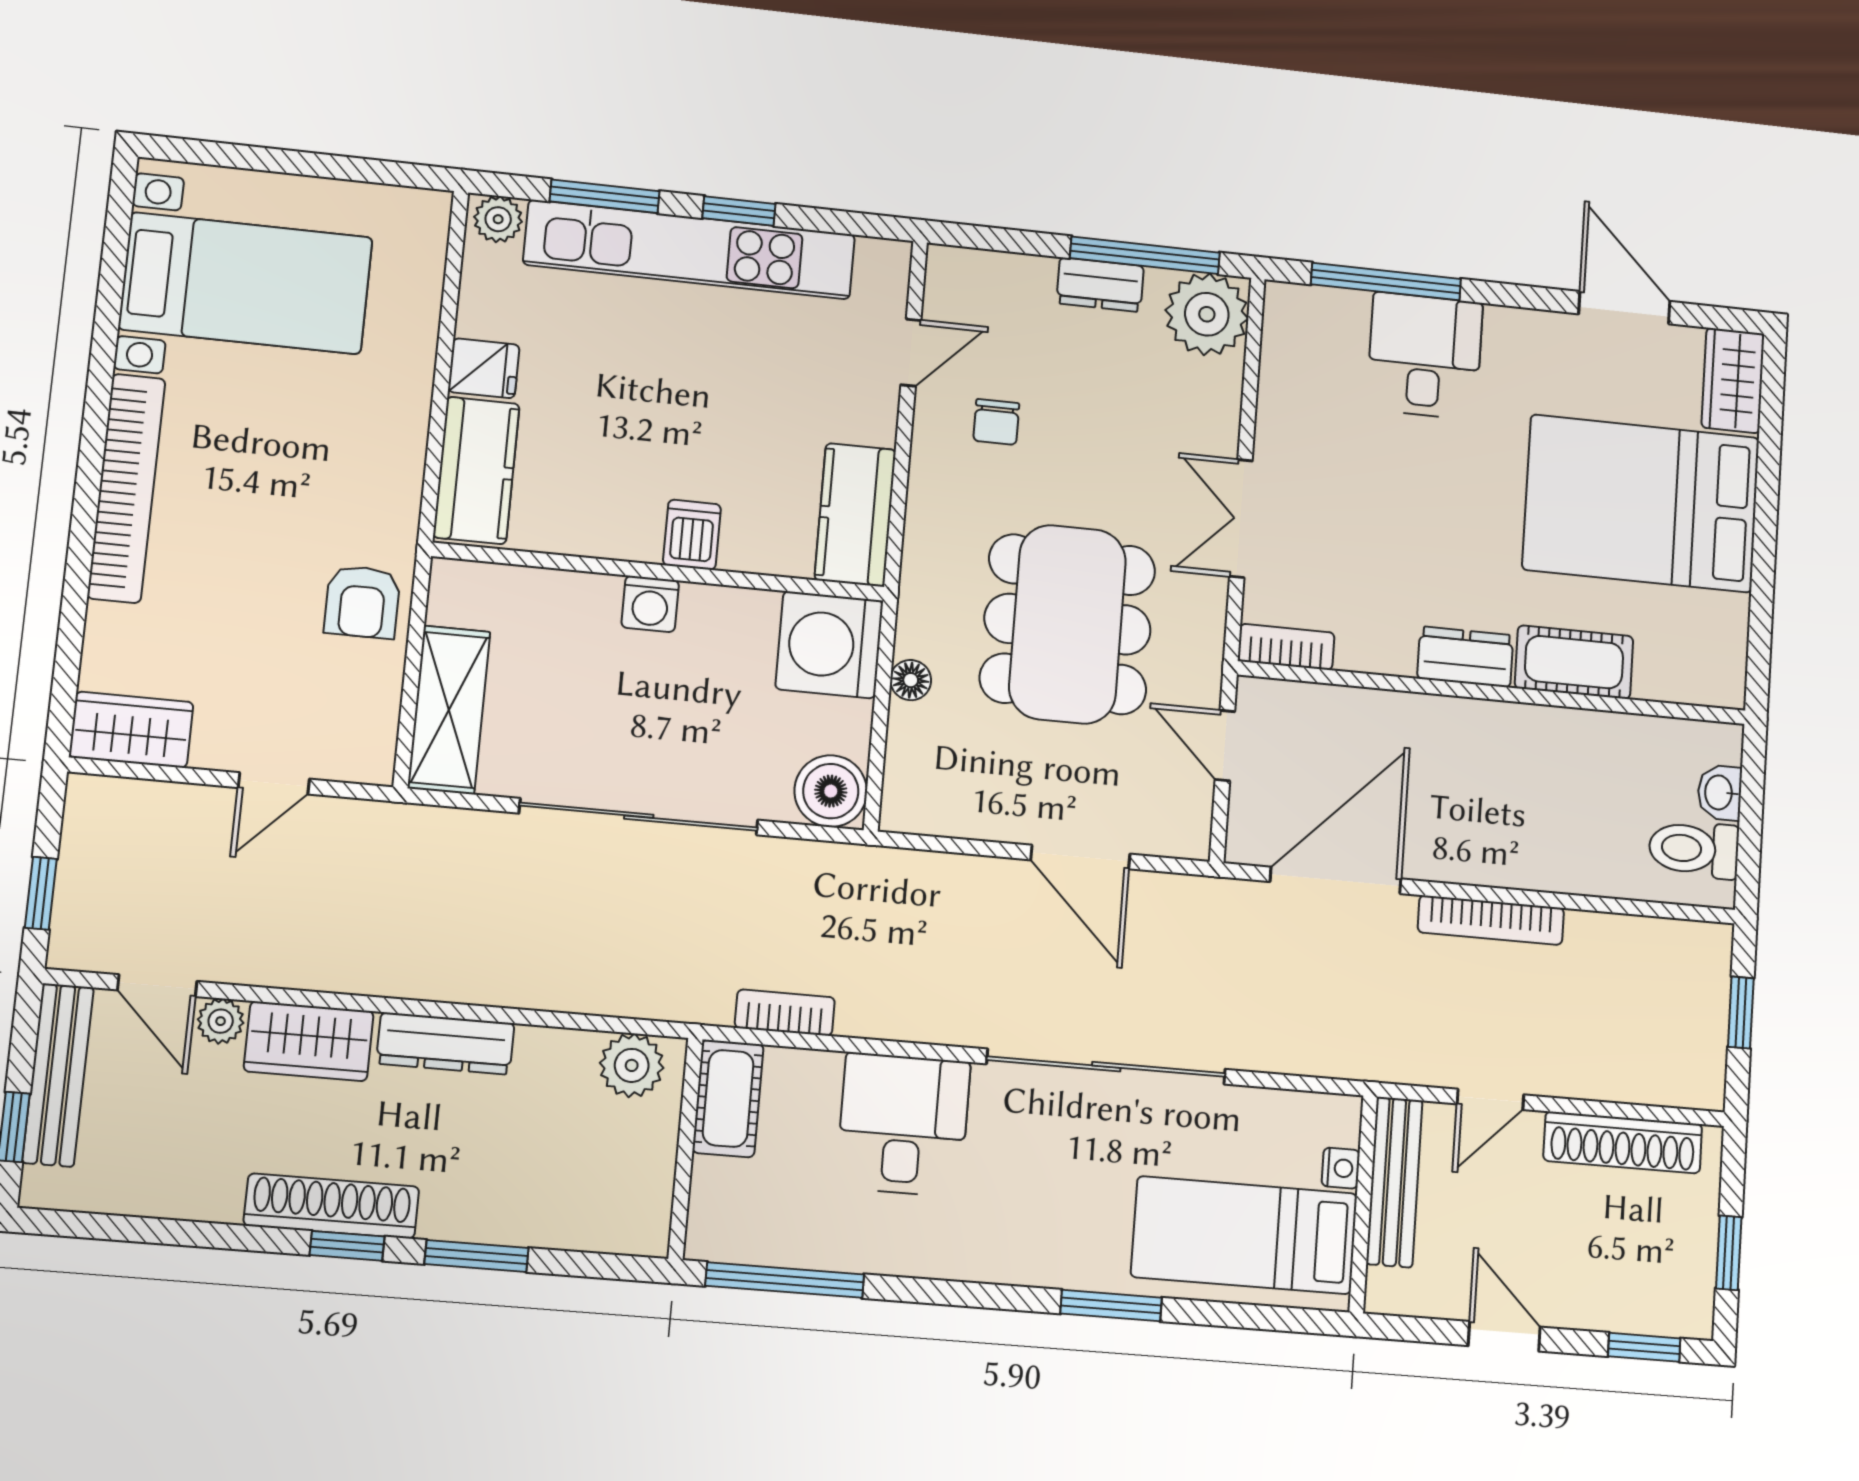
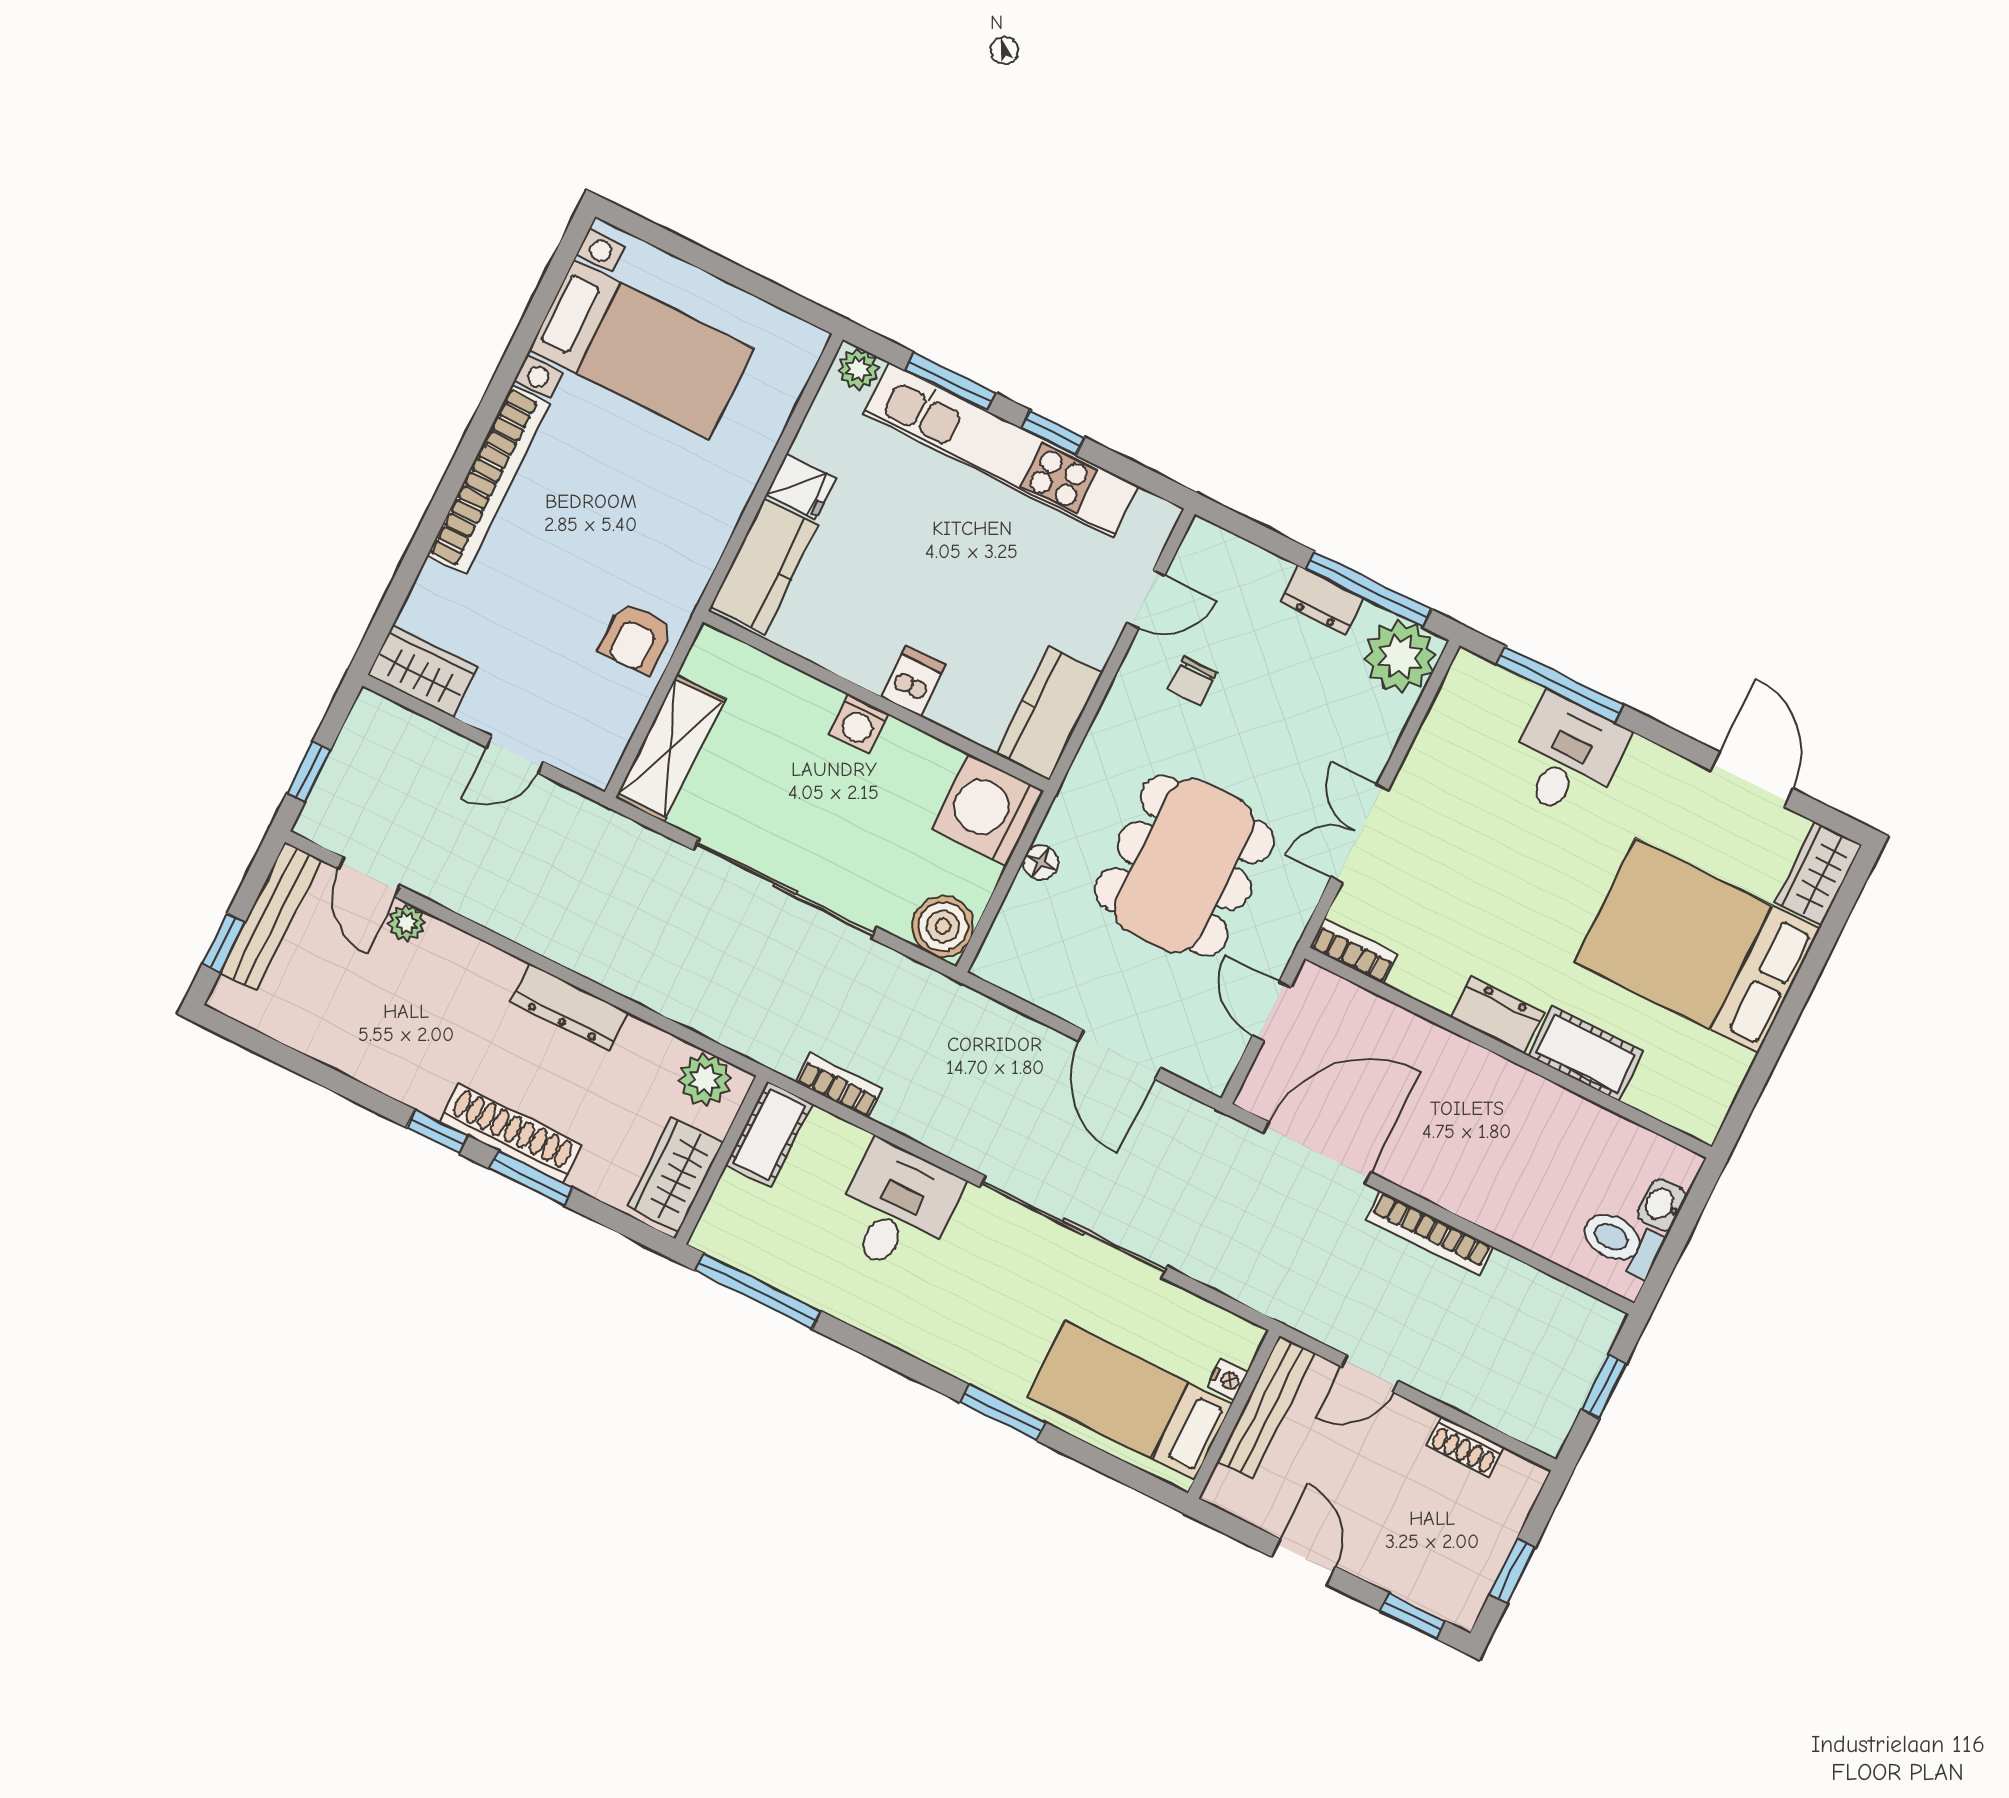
wardrobe: (309, 1041) -> (675, 1175), moved, turned 90
shoe rack: (1623, 1142) -> (1465, 1447), width x0.51, depth x0.81
shoe rack: (331, 1206) -> (511, 1133), moved

